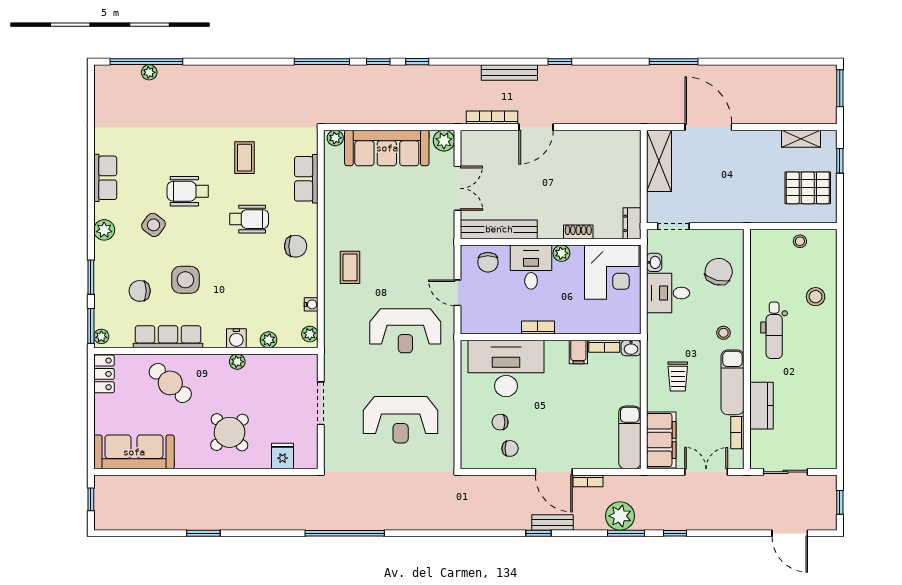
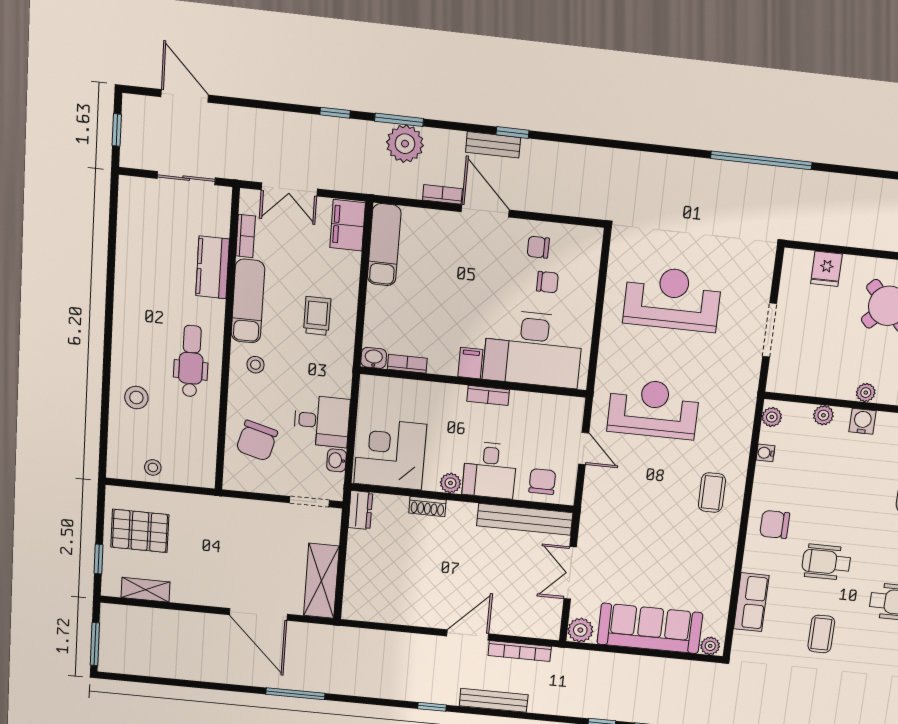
filing cabinet: (578, 352) -> (470, 363), moved
filing cabinet: (661, 440) -> (348, 225), width x0.67, depth x0.86

